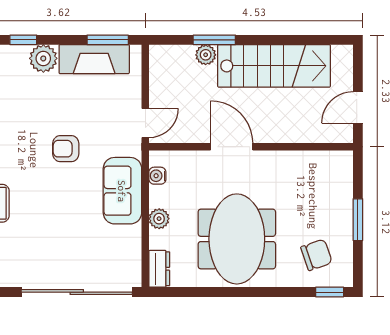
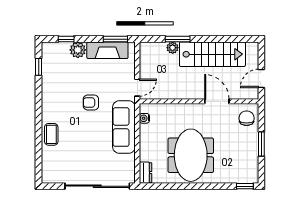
door: (232, 147) -> (217, 101), moved
sofa: (122, 191) -> (124, 127), width x1.36
plant: (159, 219) -> (145, 143), removed
chair: (316, 255) -> (247, 118), moved, turned -71

